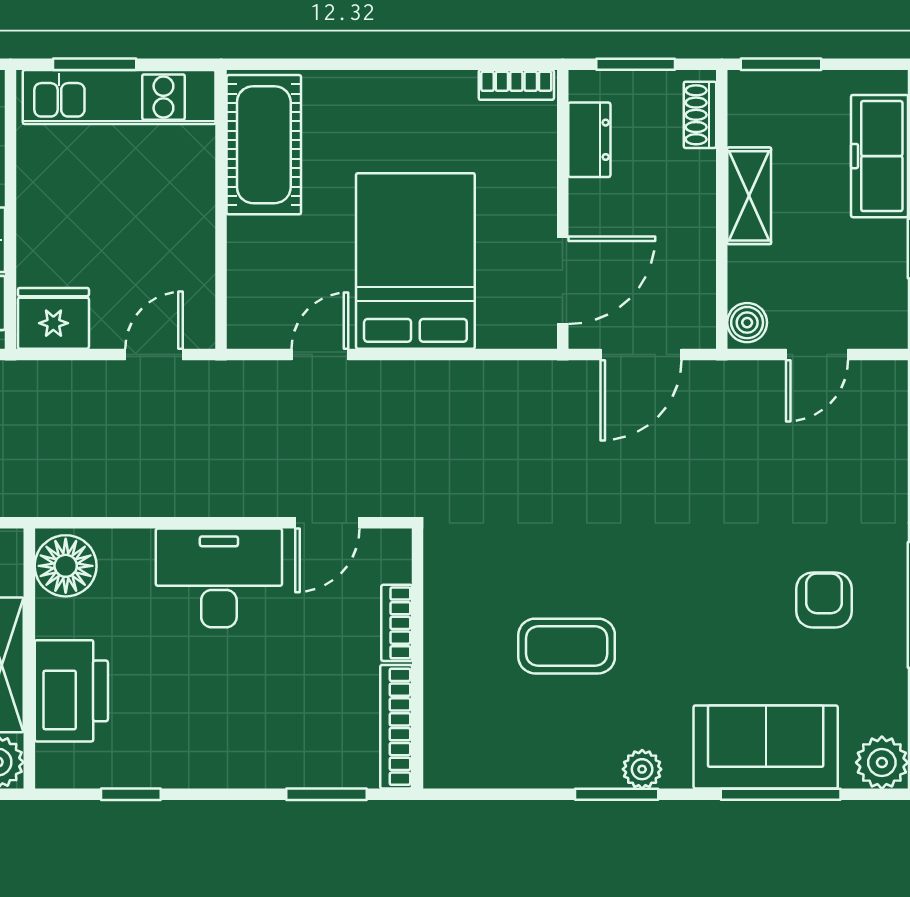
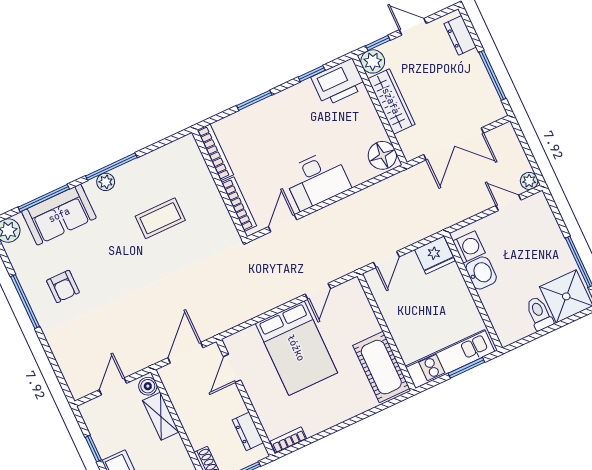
shelving: (749, 196) -> (161, 416), moved
door: (563, 280) -> (232, 368), width x0.73
bookcase: (397, 623) -> (239, 204), width x1.56
printer: (71, 691) -> (338, 82), moved, turned -90
window: (326, 794) -> (254, 100), moved
window: (617, 794) -> (111, 167), width x1.44

